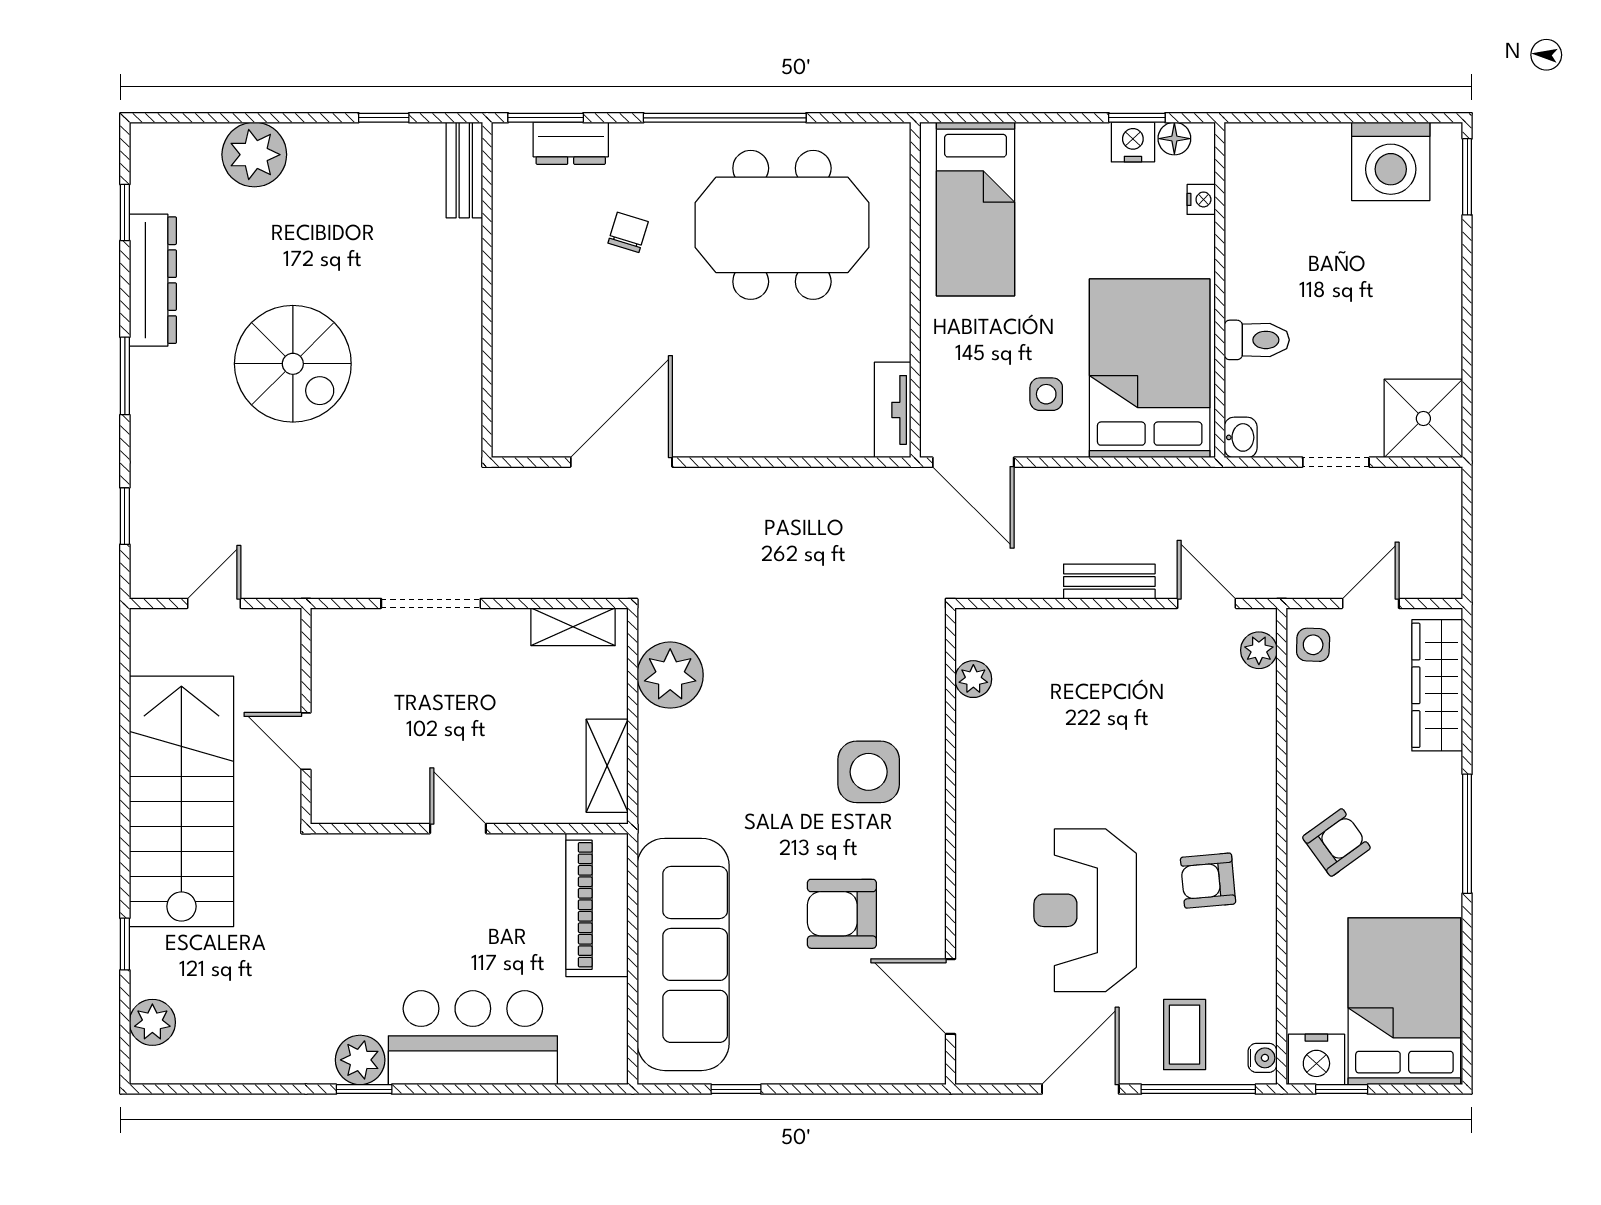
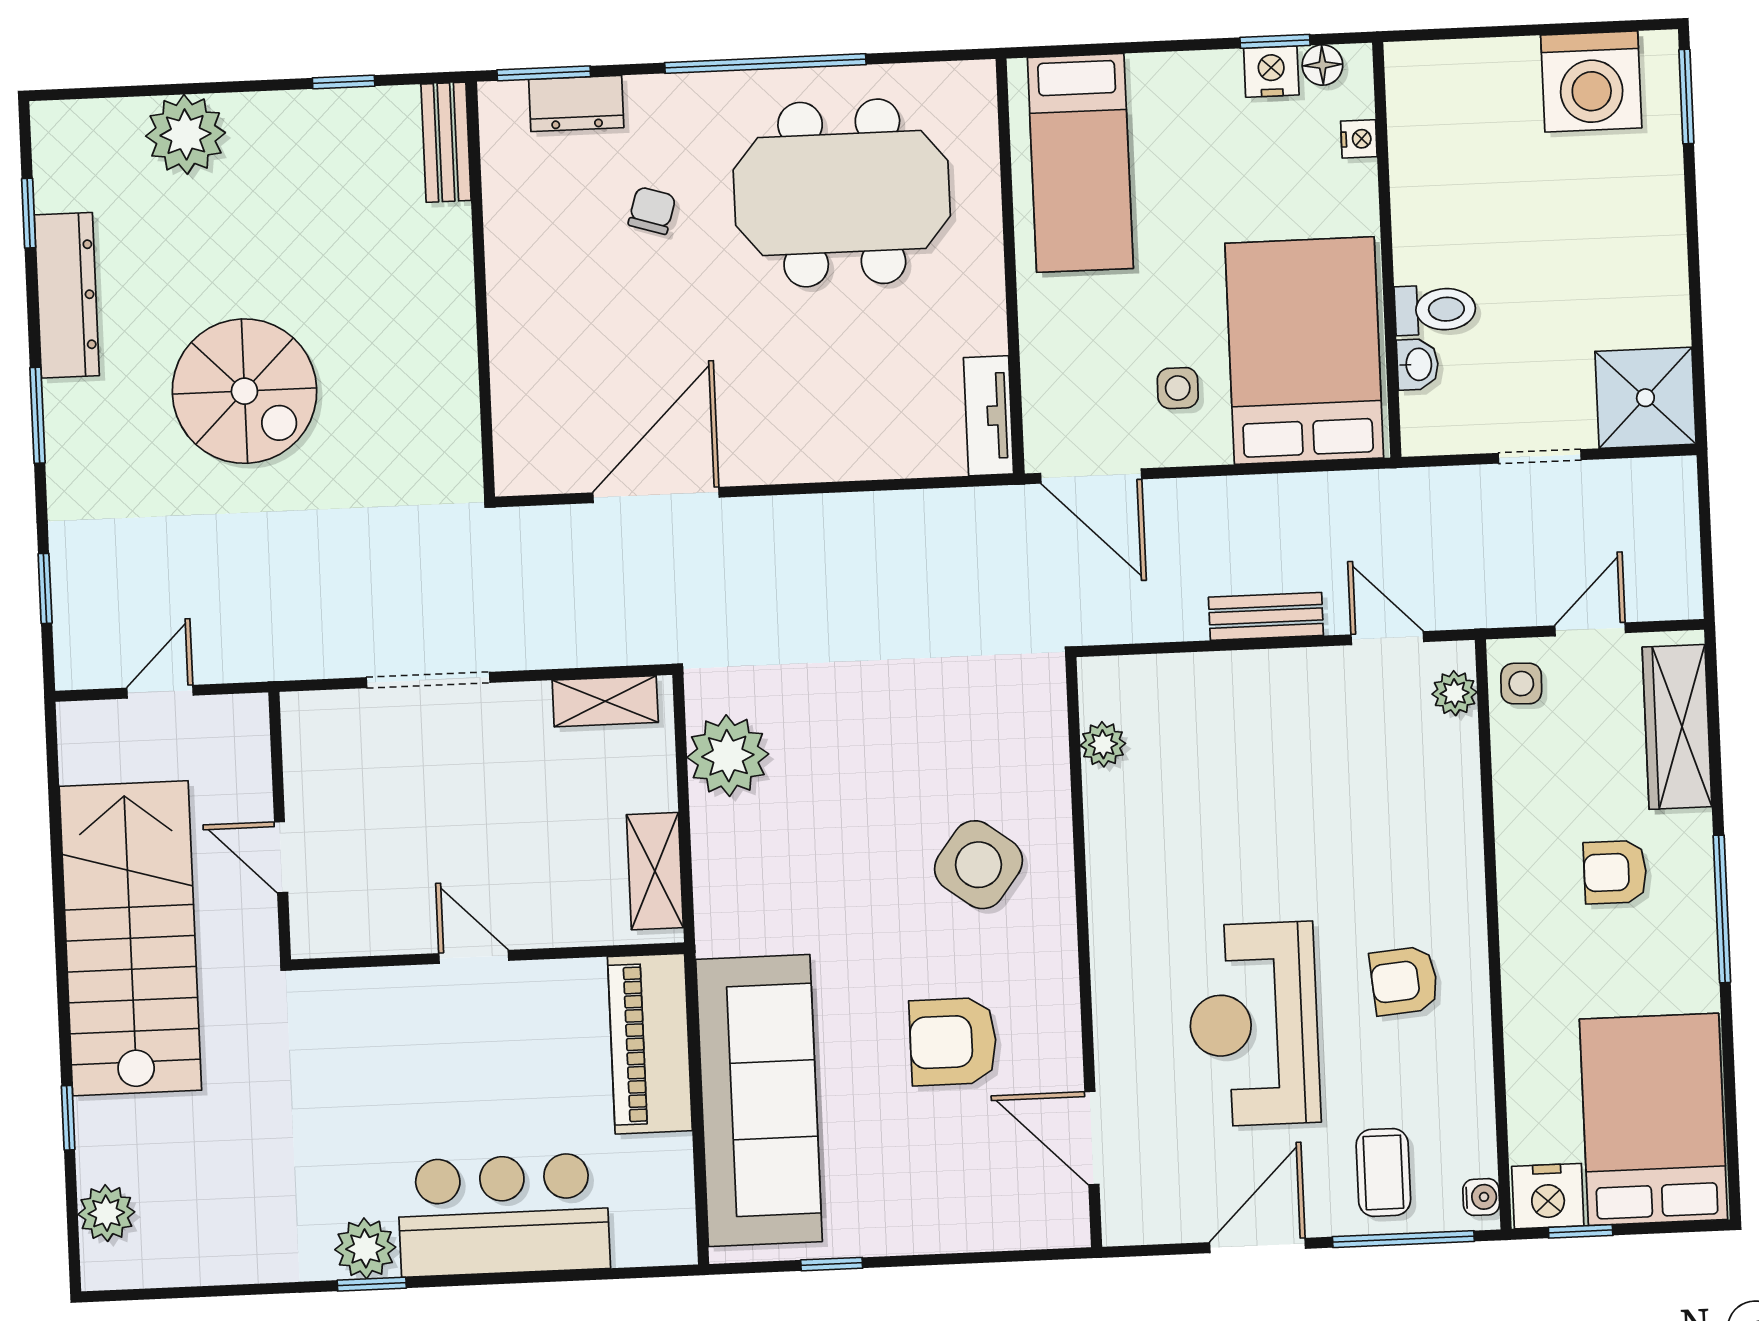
washbasin: (1241, 437) -> (1418, 364), moved
side table: (869, 772) -> (979, 865), turned 37
armchair: (1336, 843) -> (1615, 872), moved, turned -144

